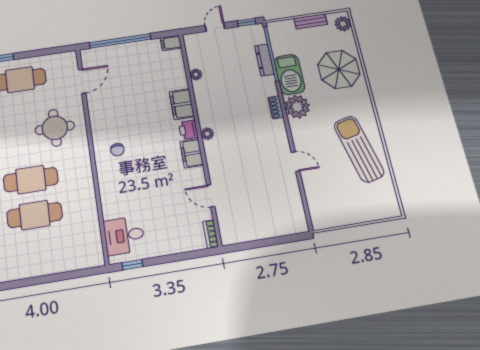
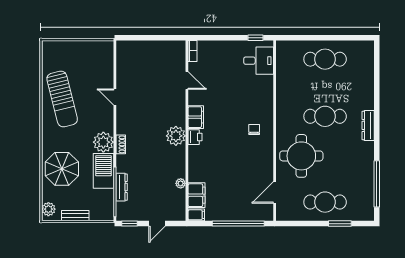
filing cabinet: (182, 104) -> (197, 195), moved
round table: (55, 128) -> (301, 156), width x1.36, depth x1.36
plant: (207, 134) -> (176, 136), width x1.88, depth x1.88
cafe table: (35, 215) -> (325, 59), moved

